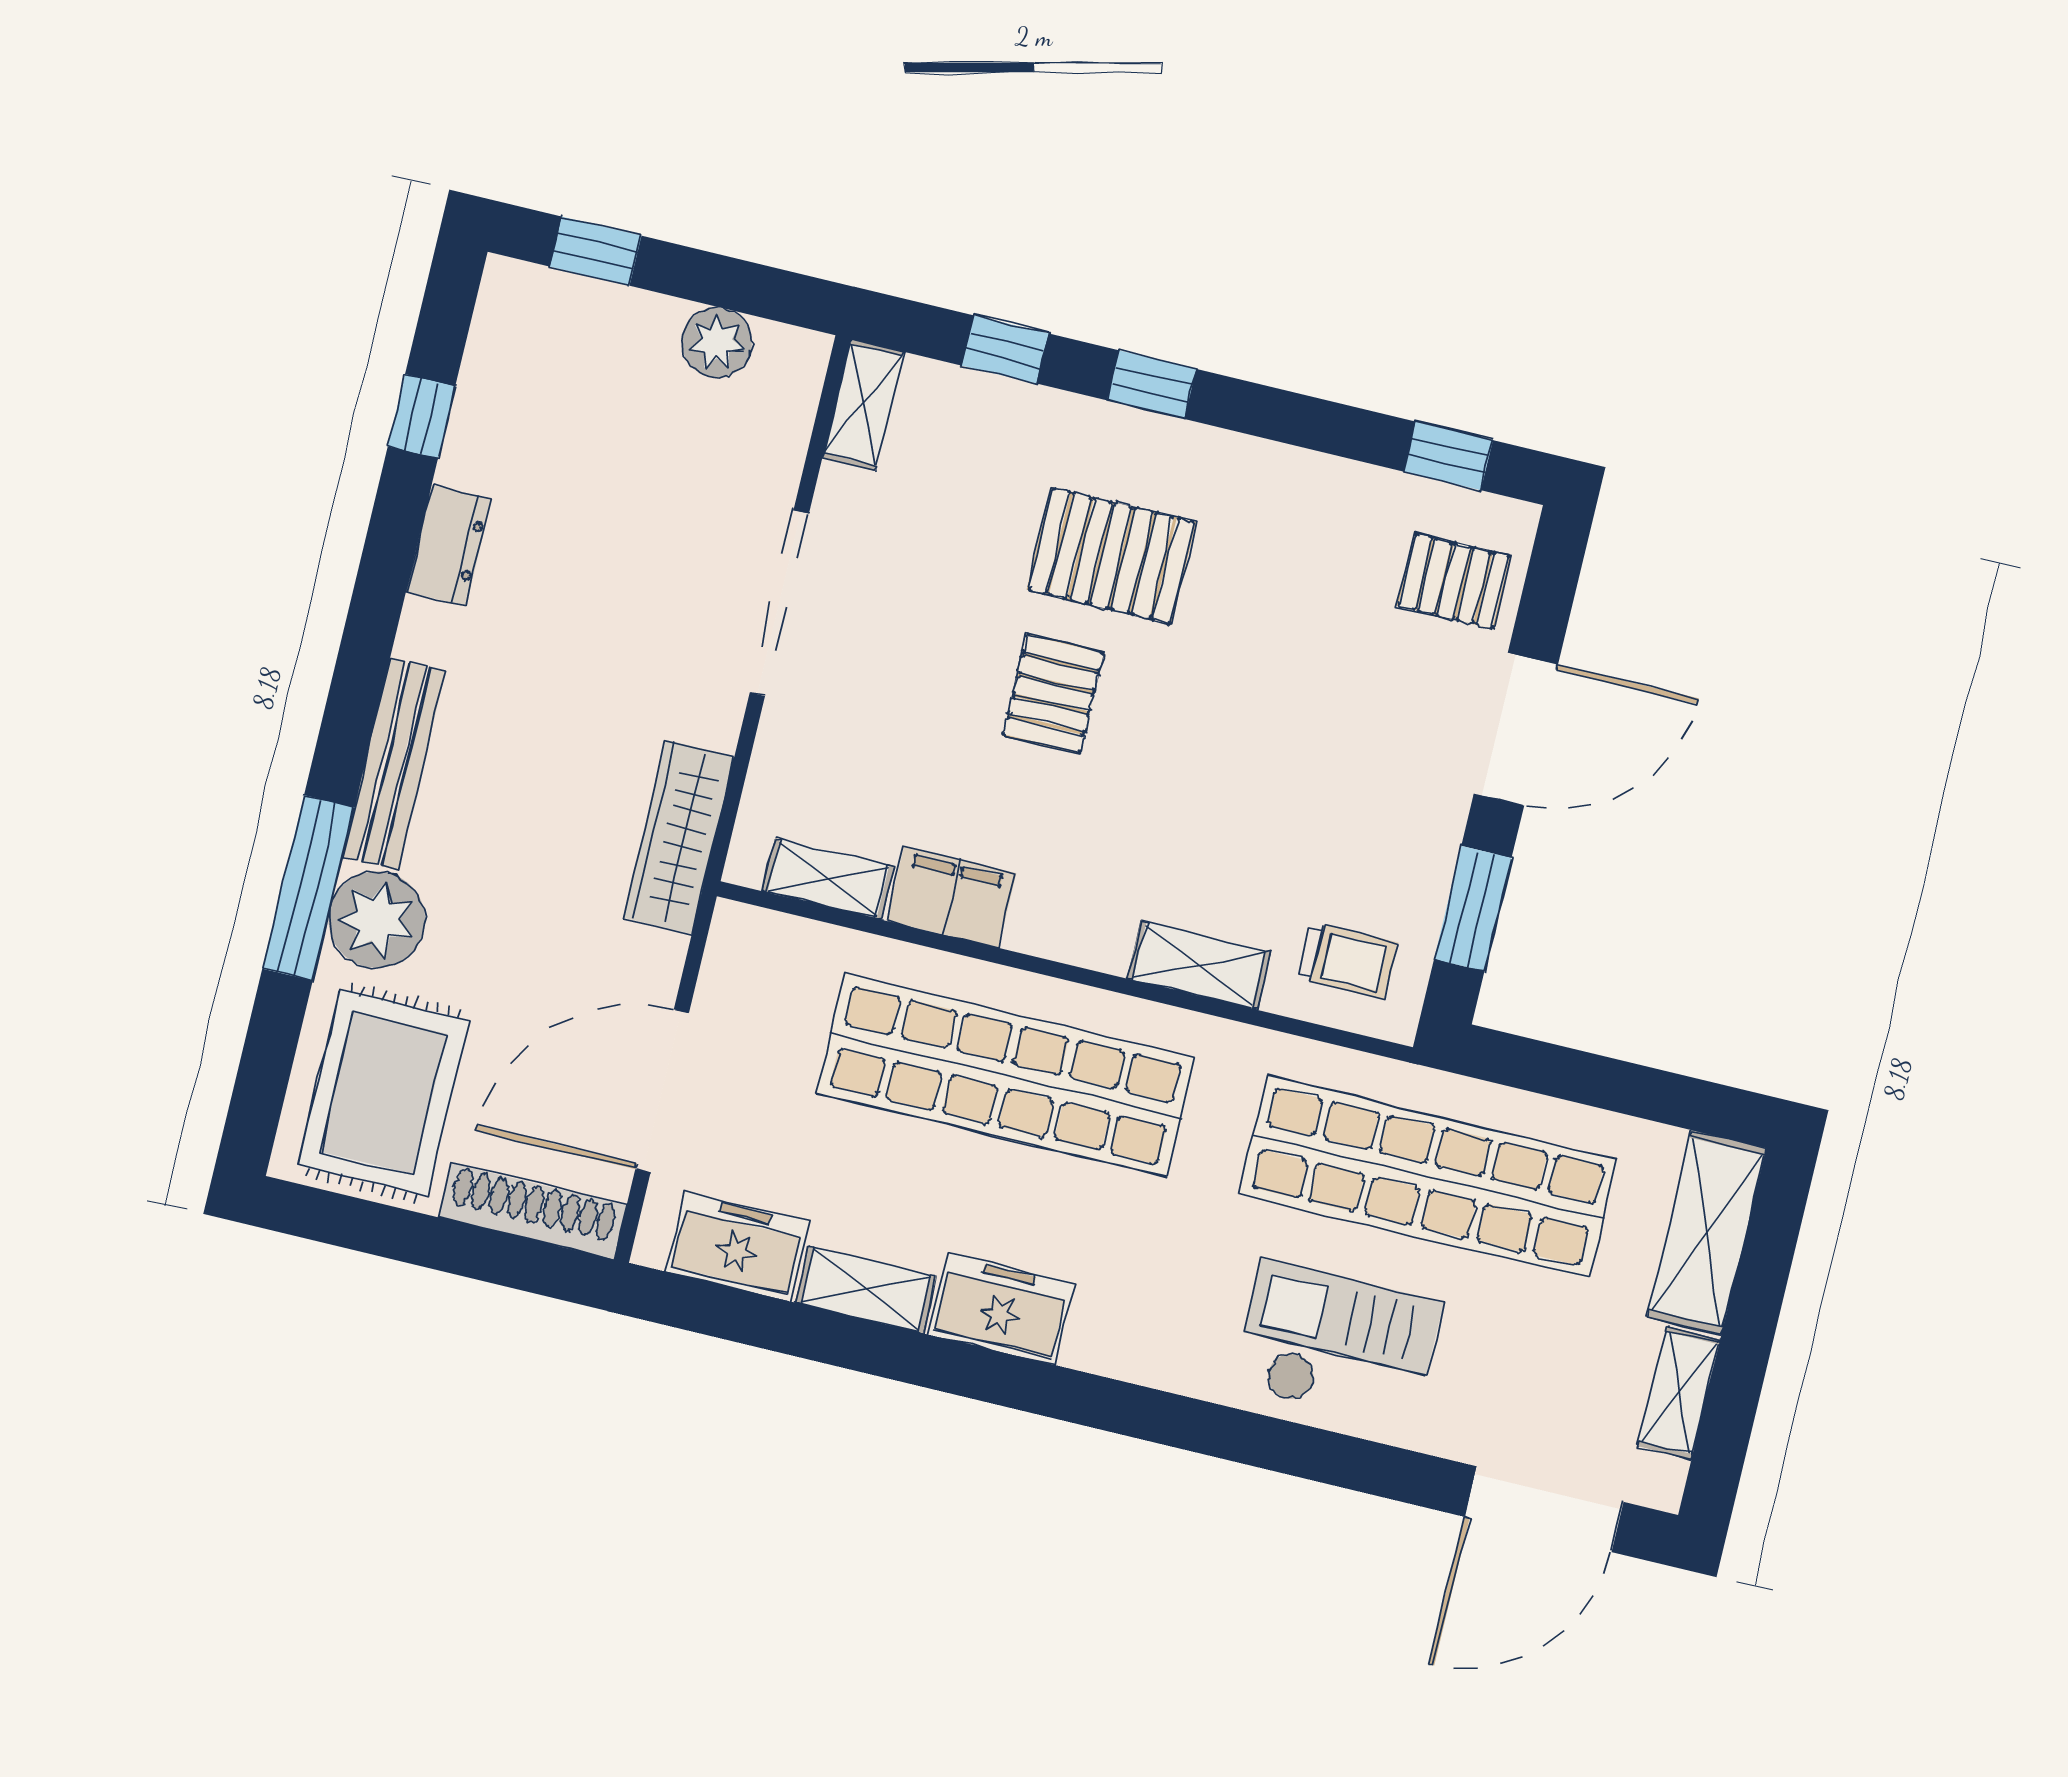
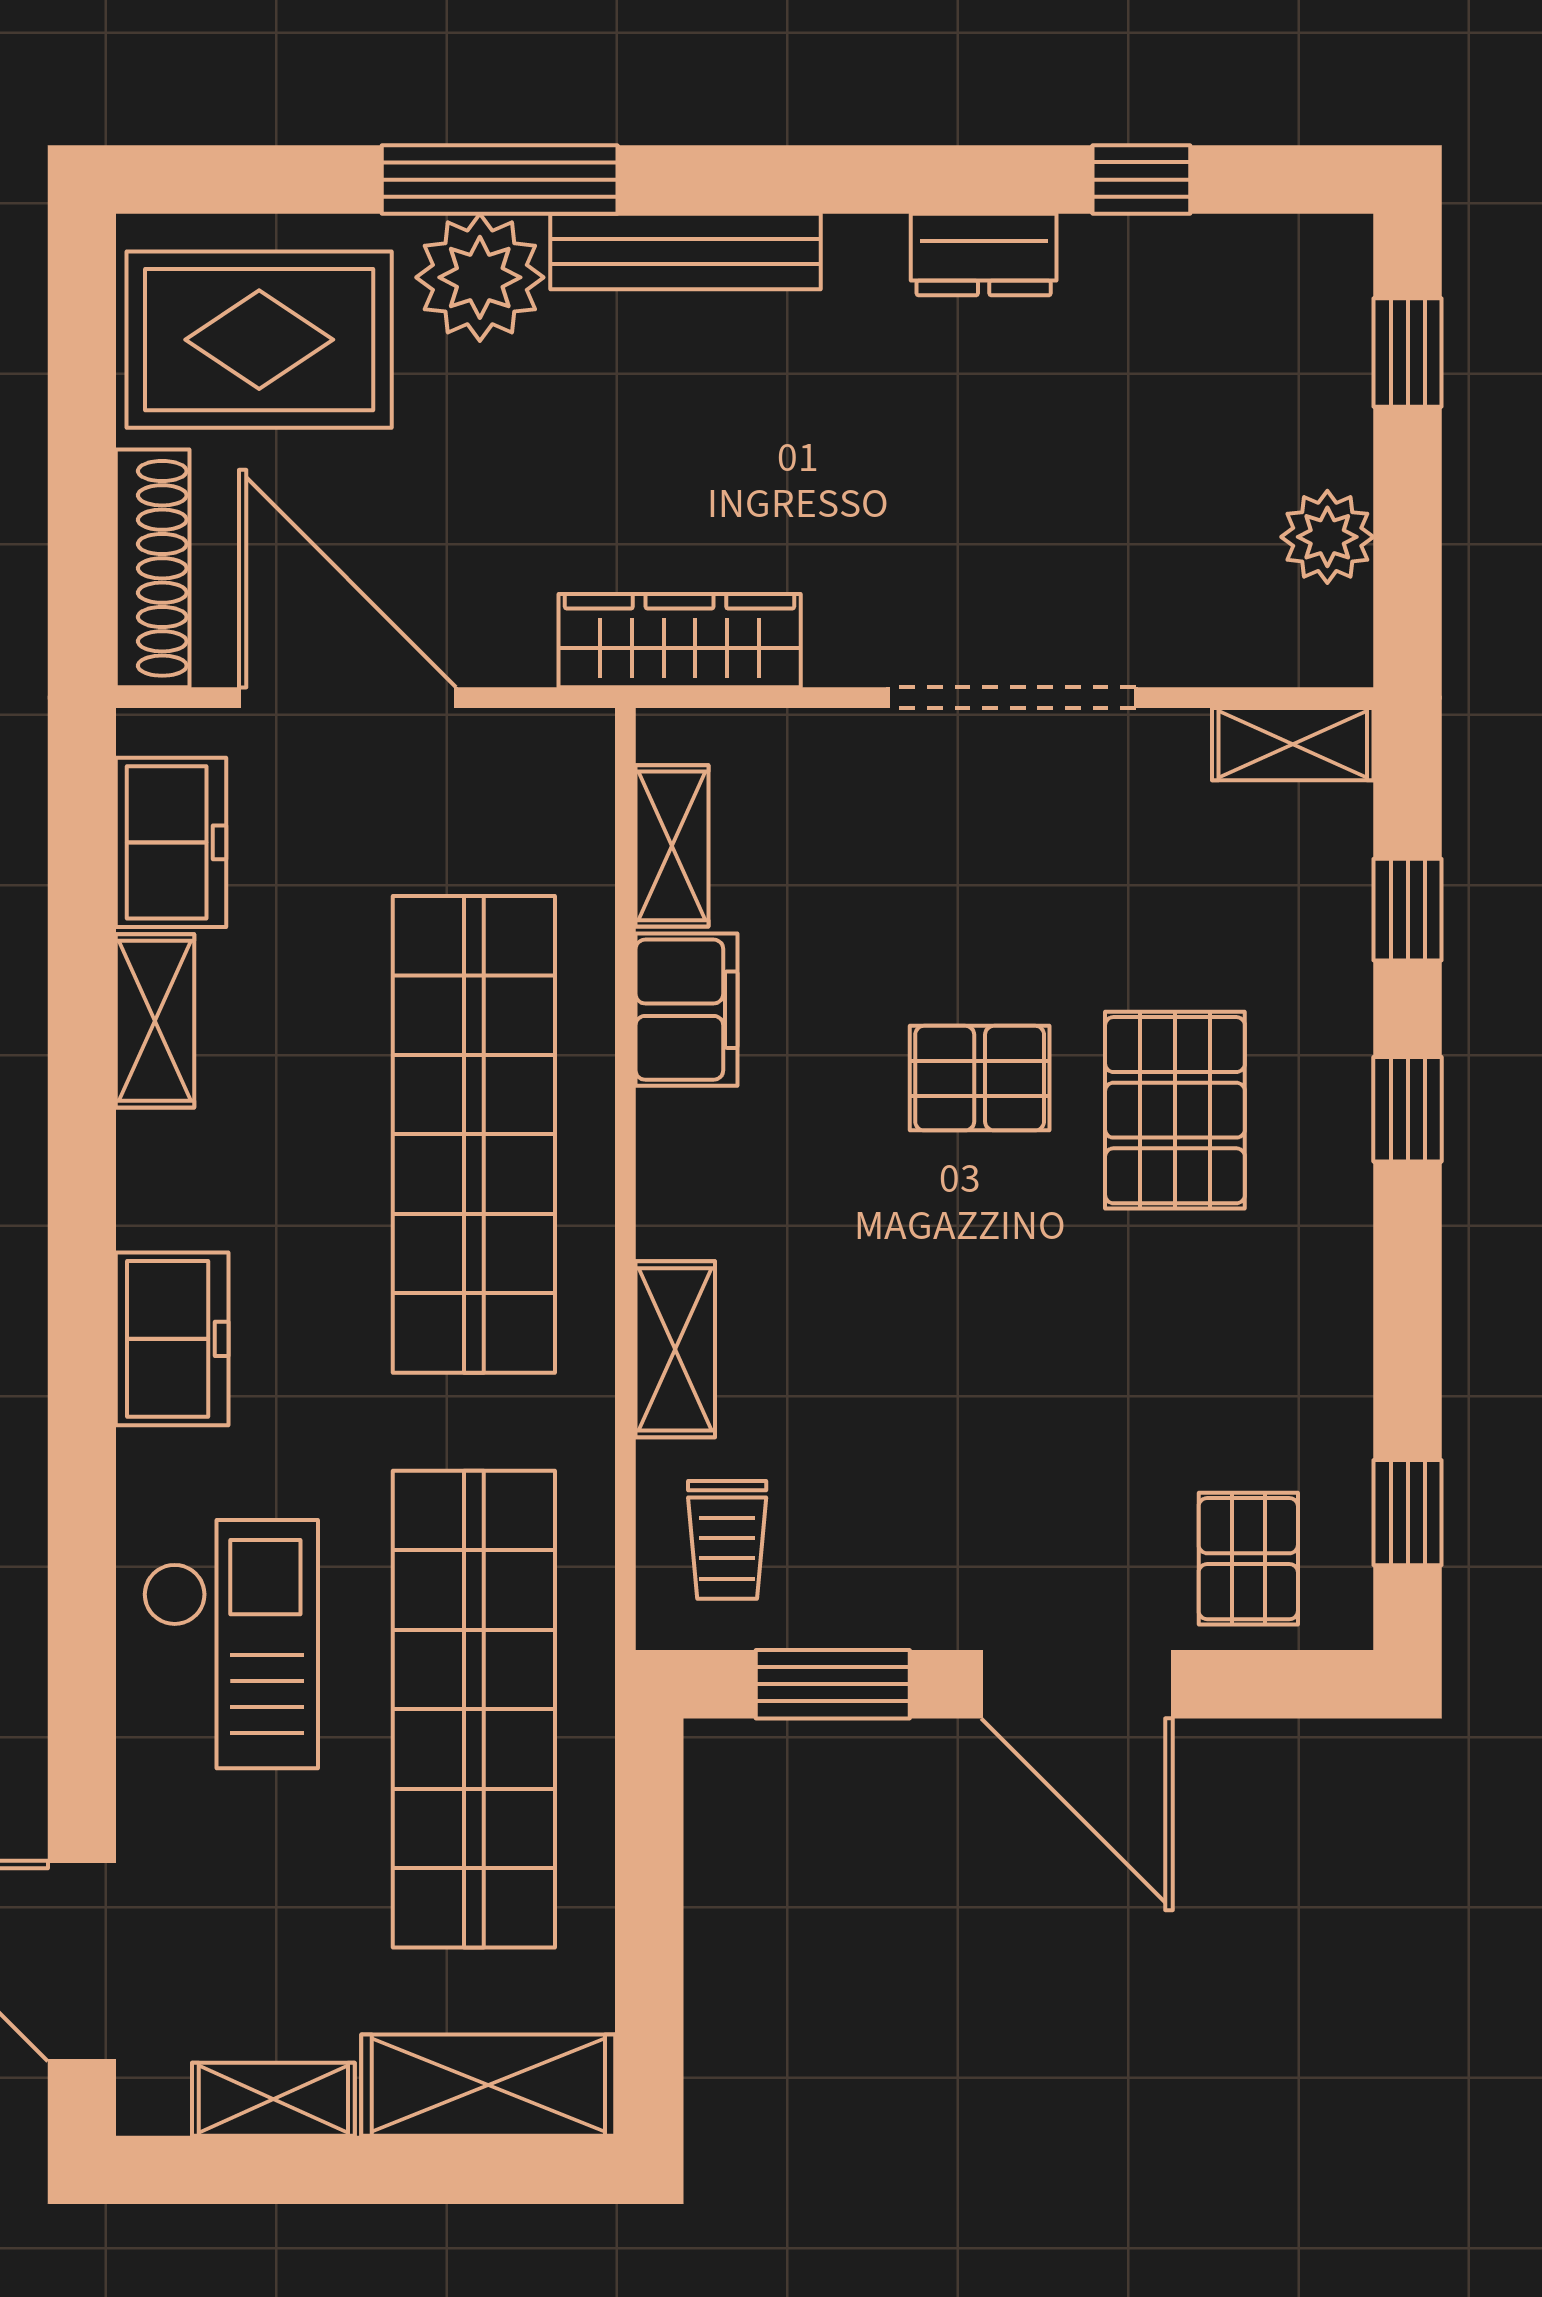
freezer: (1001, 1309) -> (172, 1339), moved

